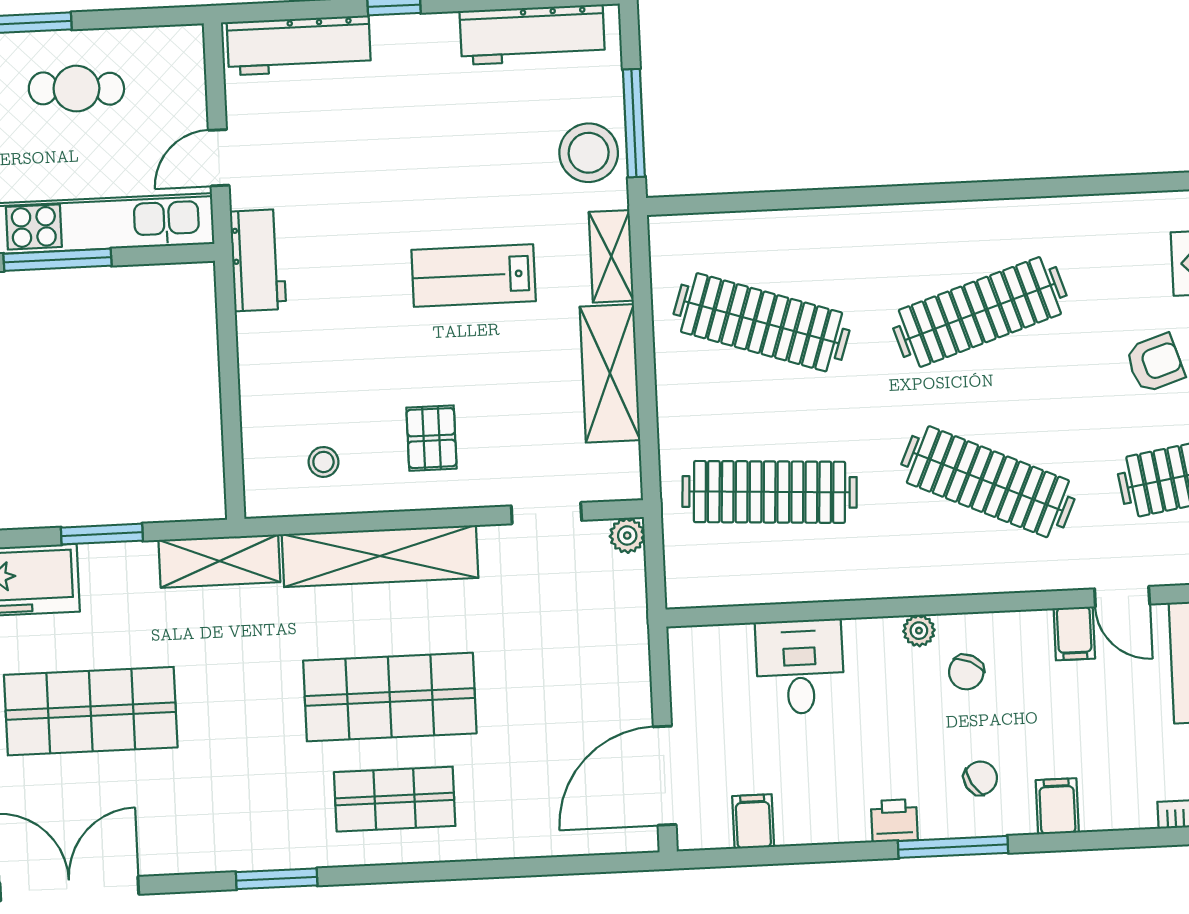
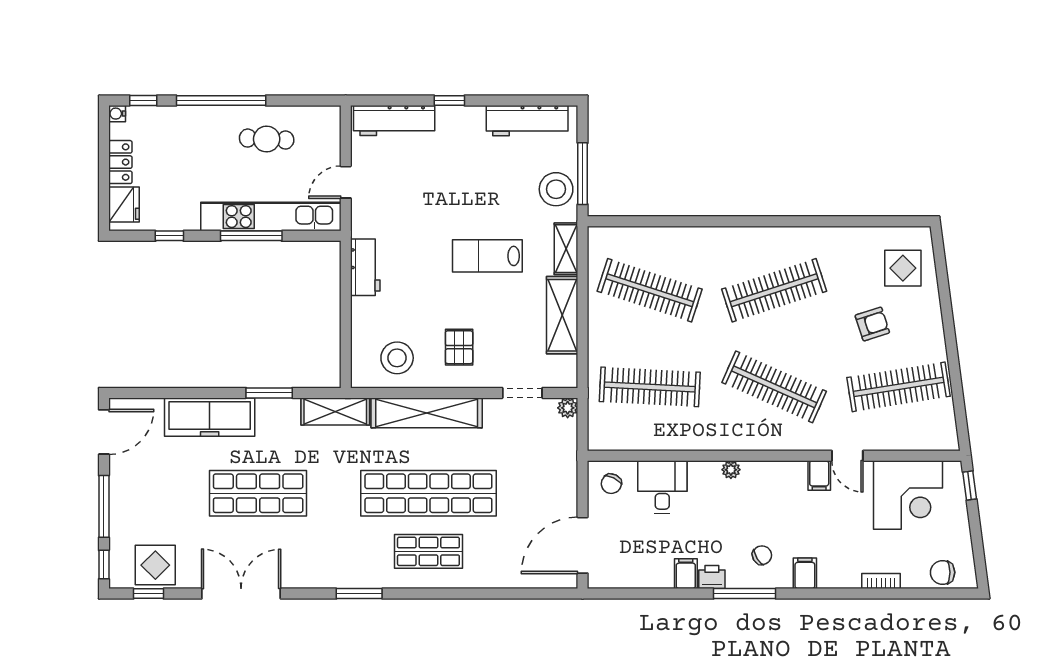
workbench: (258, 260) -> (365, 267), moved
stool: (323, 462) -> (397, 358), width x1.89, depth x1.89
chair: (966, 672) -> (611, 484), moved
shop shelf: (390, 697) -> (428, 493), width x1.40
filing cabinet: (753, 821) -> (686, 574), moved

